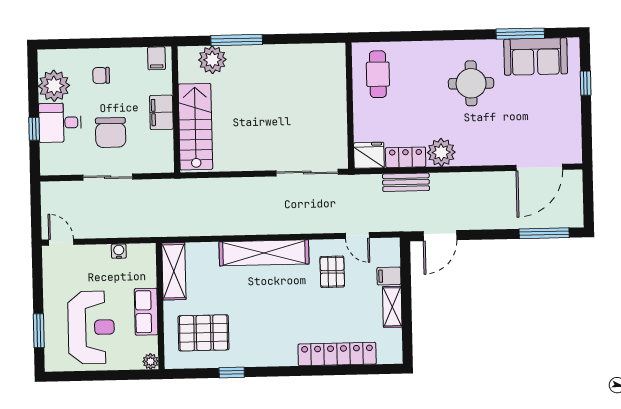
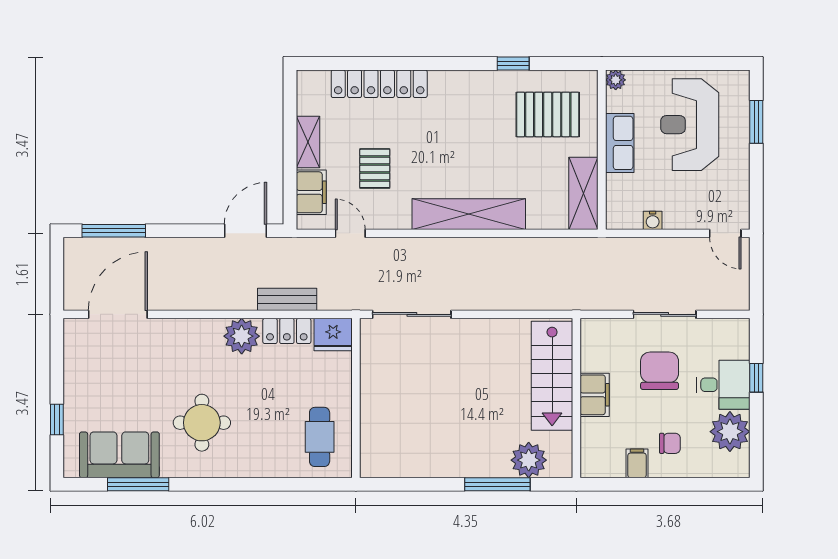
filing cabinet: (157, 58) -> (637, 463), moved
pallet: (332, 272) -> (375, 168), moved
filing cabinet: (389, 276) -> (311, 192), width x2.00

